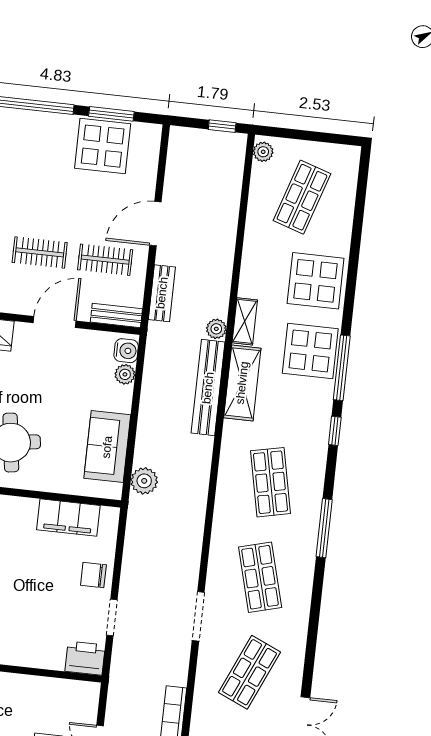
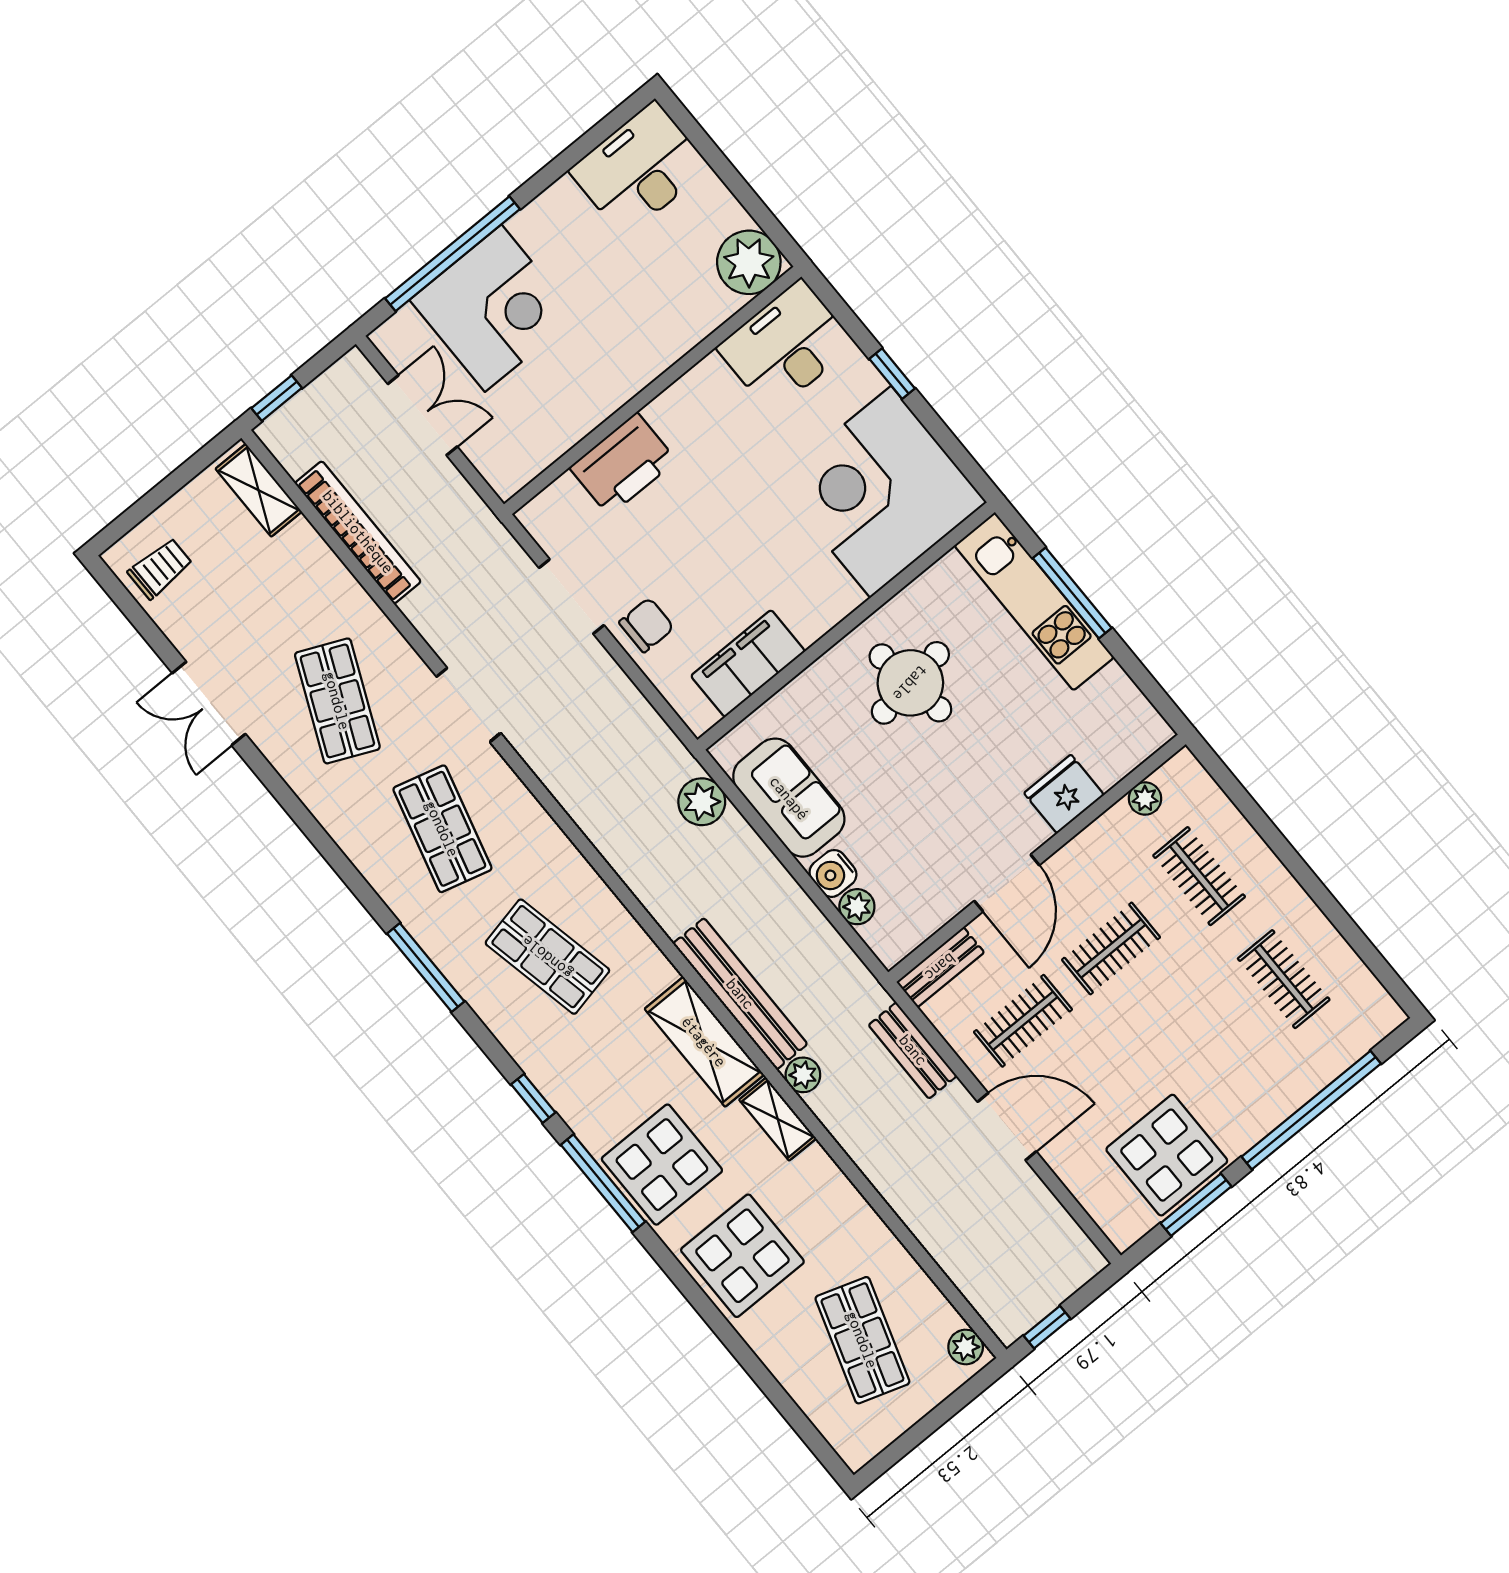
door: (155, 224) -> (1007, 1127), hinge flipped
water cooler: (126, 351) -> (833, 873), moved
shop shelf: (260, 577) -> (442, 829), turned 30
doorway: (112, 618) -> (571, 597), width x1.38
printer: (85, 658) -> (623, 464), moved, width x1.37, depth x1.19

